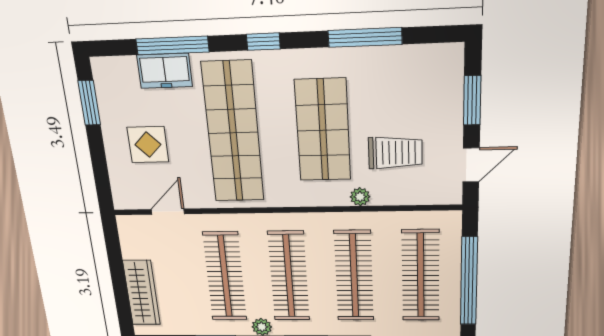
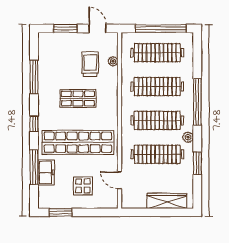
shop shelf: (323, 130) -> (78, 99), width x0.70, depth x0.74
plant: (360, 197) -> (113, 61), moved

